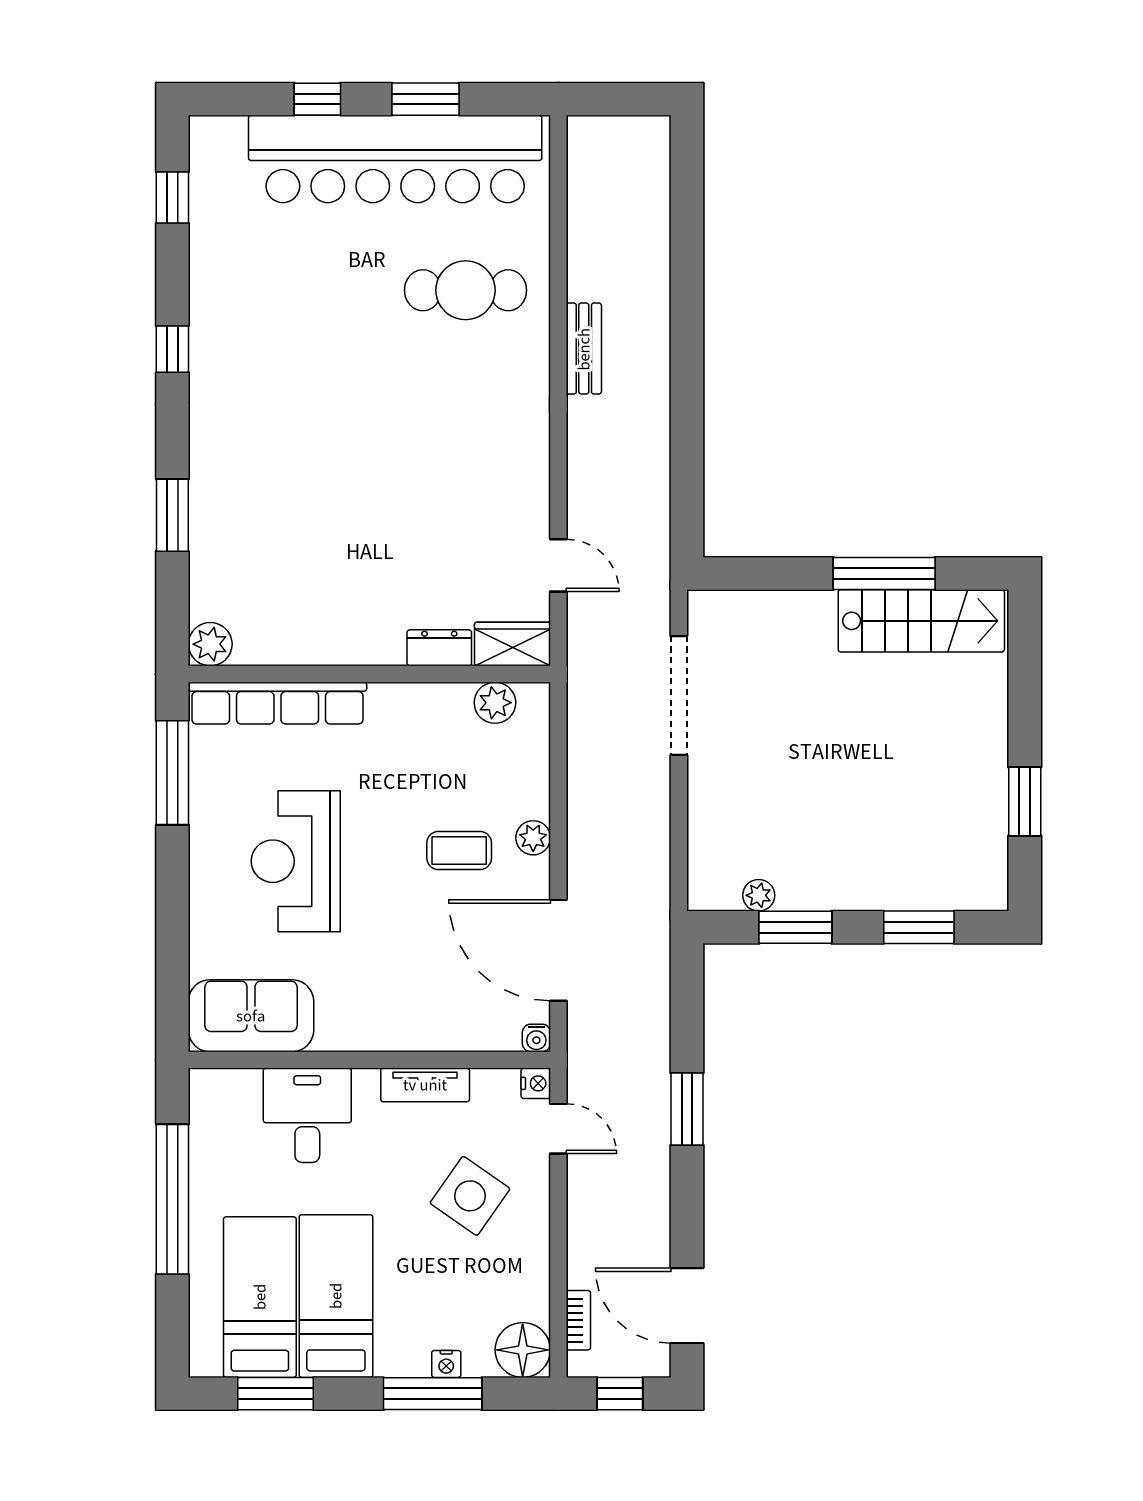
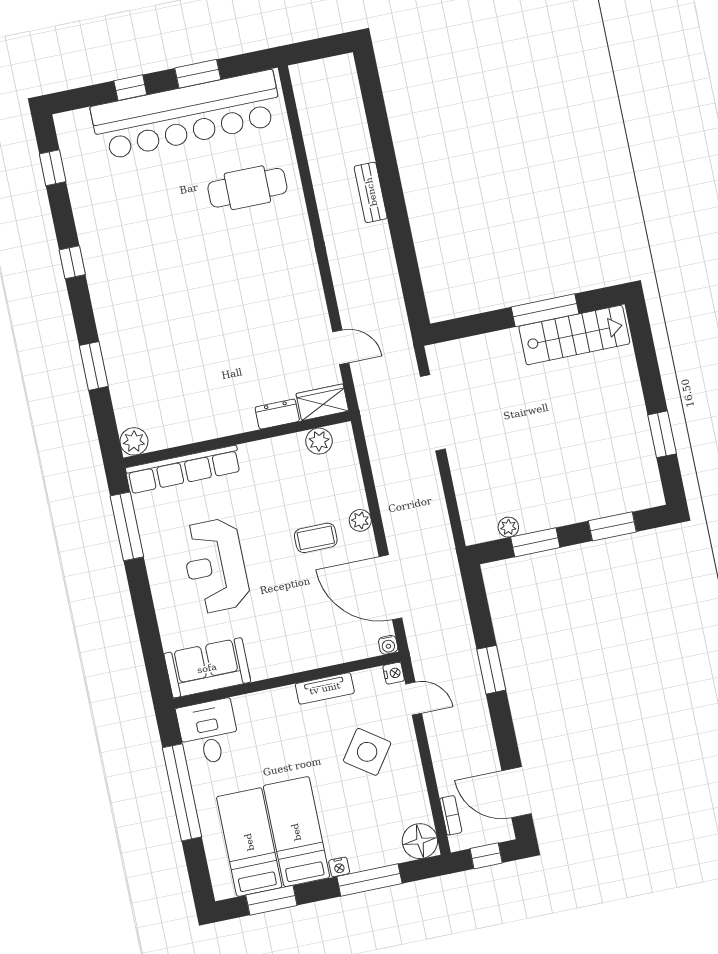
bench: (584, 349) -> (371, 192), moved
desk: (307, 1115) -> (209, 732), moved
nightstand: (446, 1364) -> (339, 867), moved

